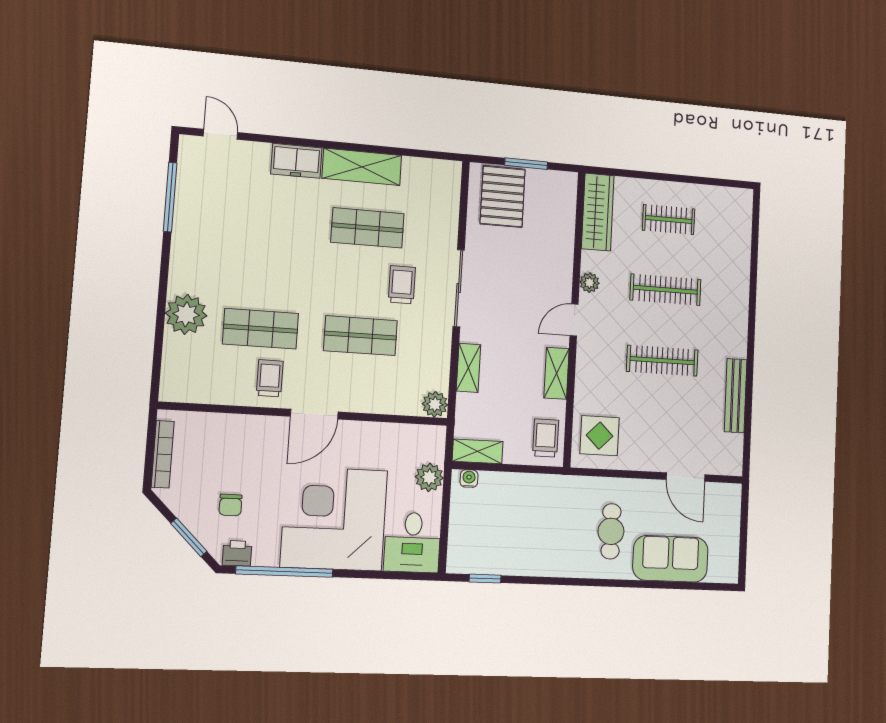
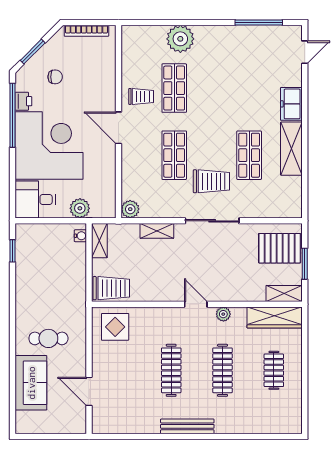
trolley: (402, 285) -> (211, 181), width x1.36, depth x1.39
shelving: (556, 373) -> (284, 294), moved
bench: (736, 396) -> (187, 426), moved
trolley: (546, 438) -> (111, 288), width x1.36, depth x1.39
door: (686, 477) -> (89, 391), hinge flipped
chair: (230, 505) -> (55, 77), turned 180
printer: (237, 553) -> (23, 101), moved

